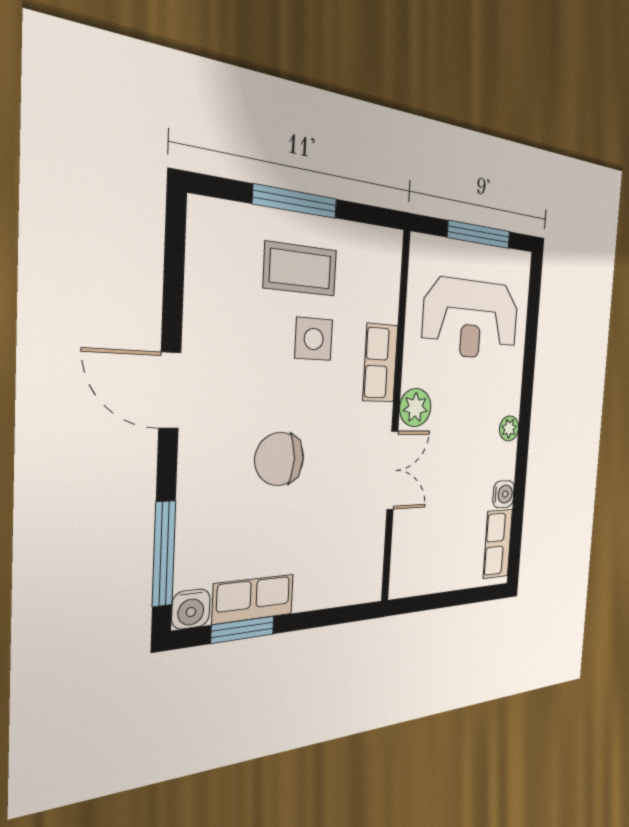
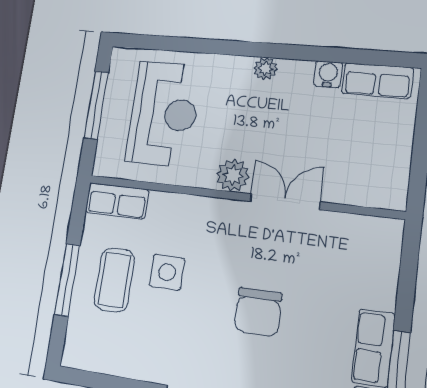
row of seats: (380, 363) -> (117, 201), moved

